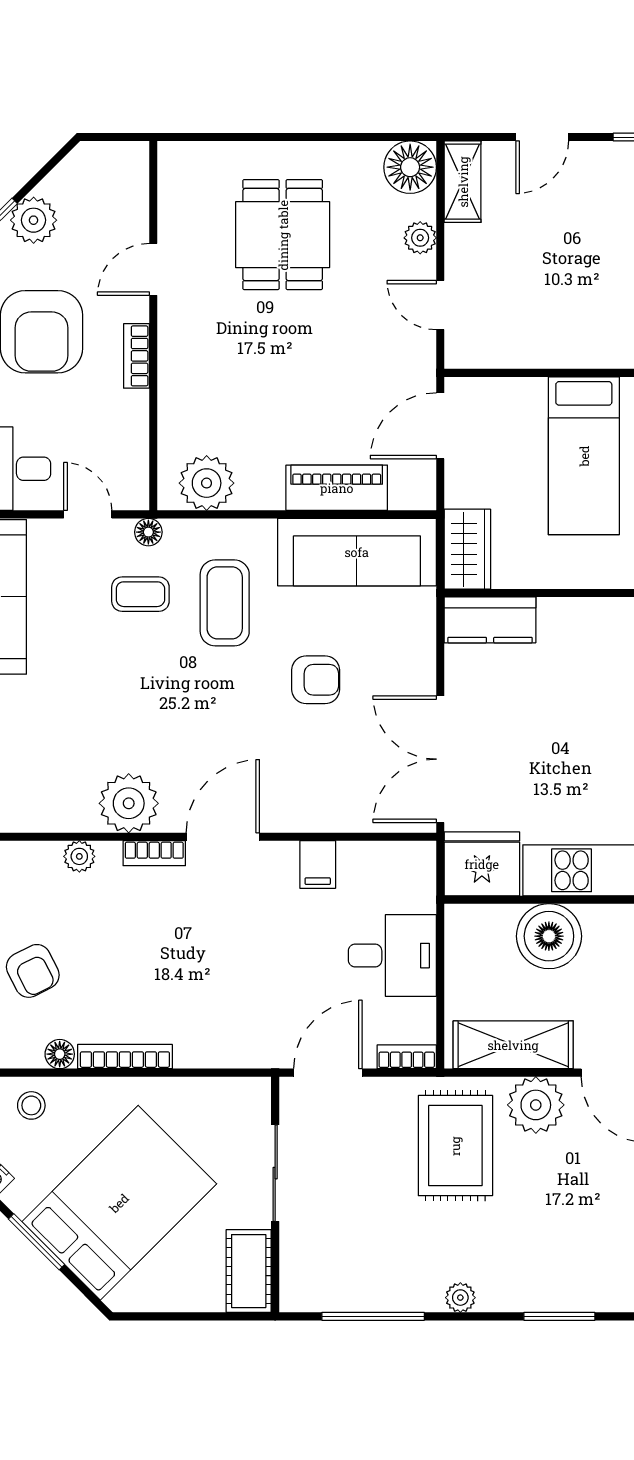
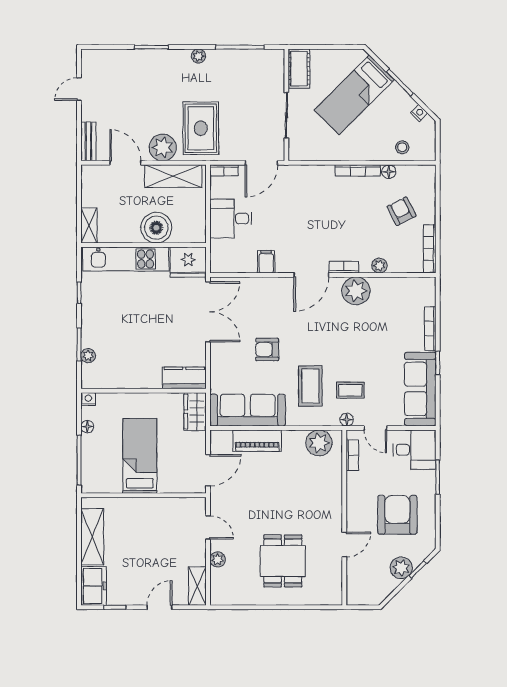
floor lamp: (410, 167) -> (222, 593), removed
bookcase: (136, 356) -> (352, 455), moved
bed: (119, 1203) -> (354, 95), width x0.67

